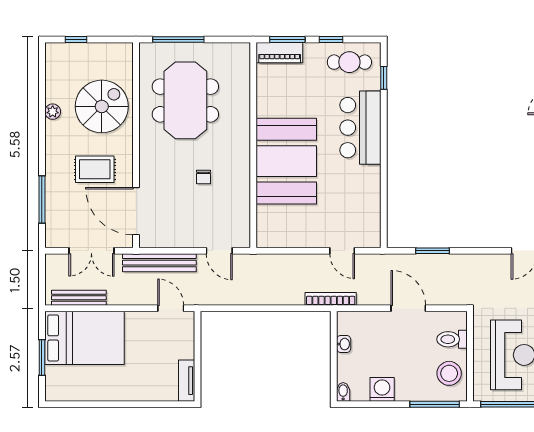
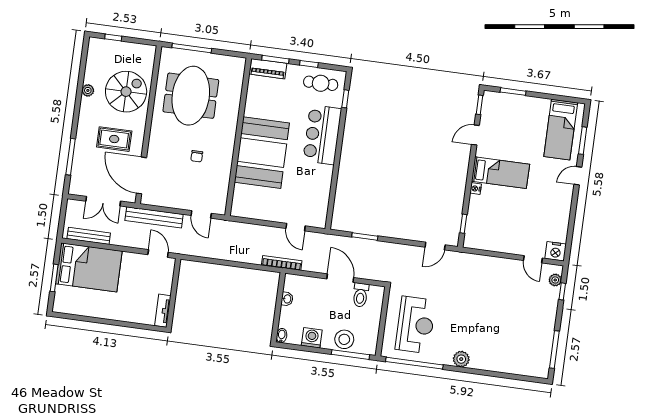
toilet: (452, 339) -> (361, 295), moved, turned -90
stool: (449, 373) -> (344, 339), moved

